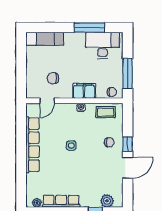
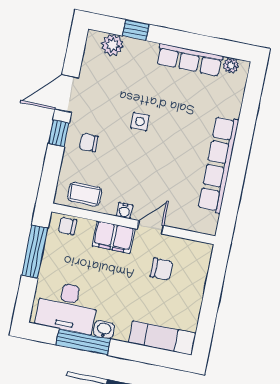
washbasin: (79, 37) -> (104, 330), added
door: (47, 101) -> (150, 227), moved
side table: (71, 146) -> (140, 122), moved

